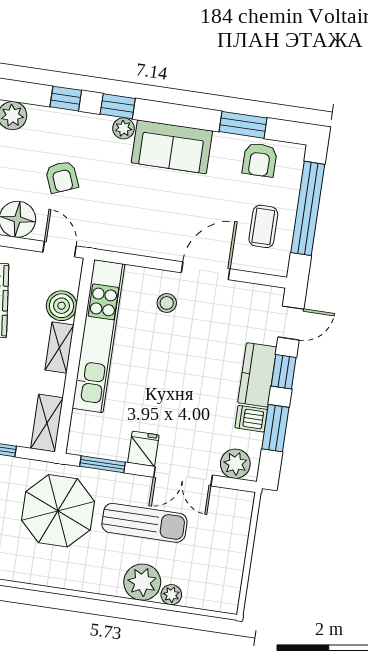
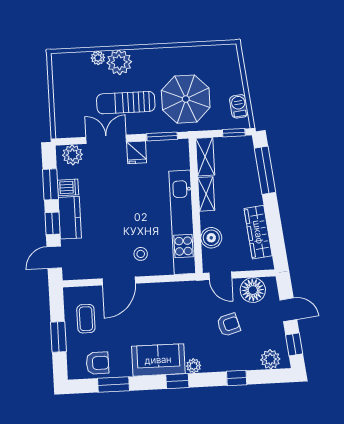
window: (118, 106) -> (177, 381), moved
armchair: (260, 160) -> (97, 363), turned 90
armchair: (62, 177) -> (229, 325), turned 96
window: (308, 208) -> (58, 337), width x0.47
shelving: (59, 348) -> (206, 194), moved

